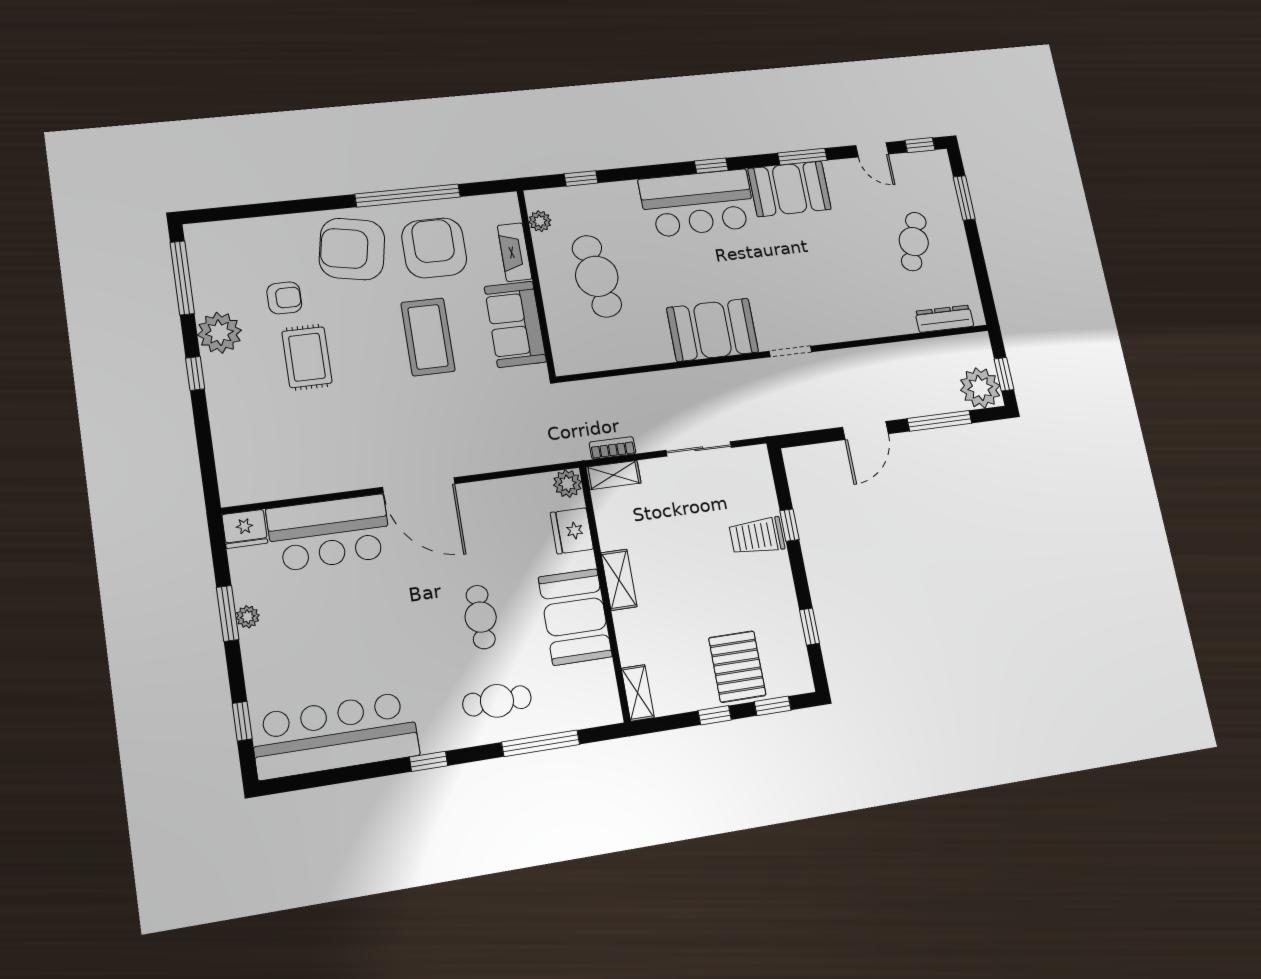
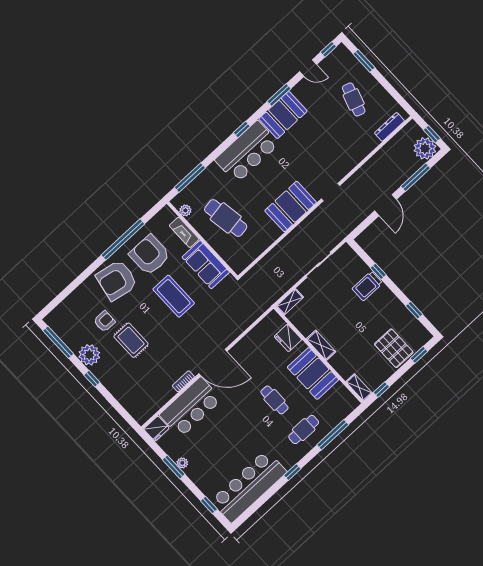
window: (581, 178) -> (190, 178), width x2.17
bookcase: (612, 448) -> (183, 381), moved
plant: (567, 484) -> (273, 319), removed
window: (715, 715) -> (381, 390), moved

